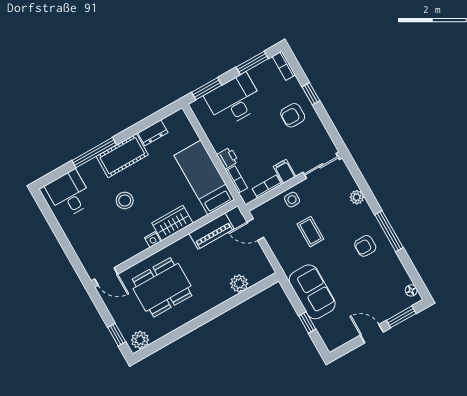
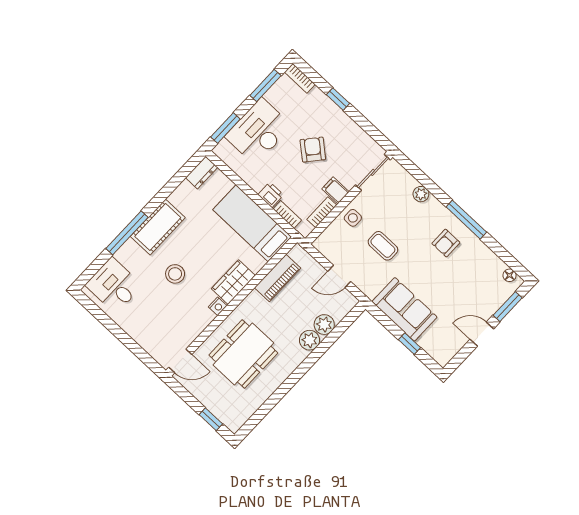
armchair: (293, 115) -> (313, 150), moved, turned 130
dresser: (153, 133) -> (202, 173), moved
door: (255, 230) -> (339, 276), moved
plant: (140, 340) -> (310, 340), moved

